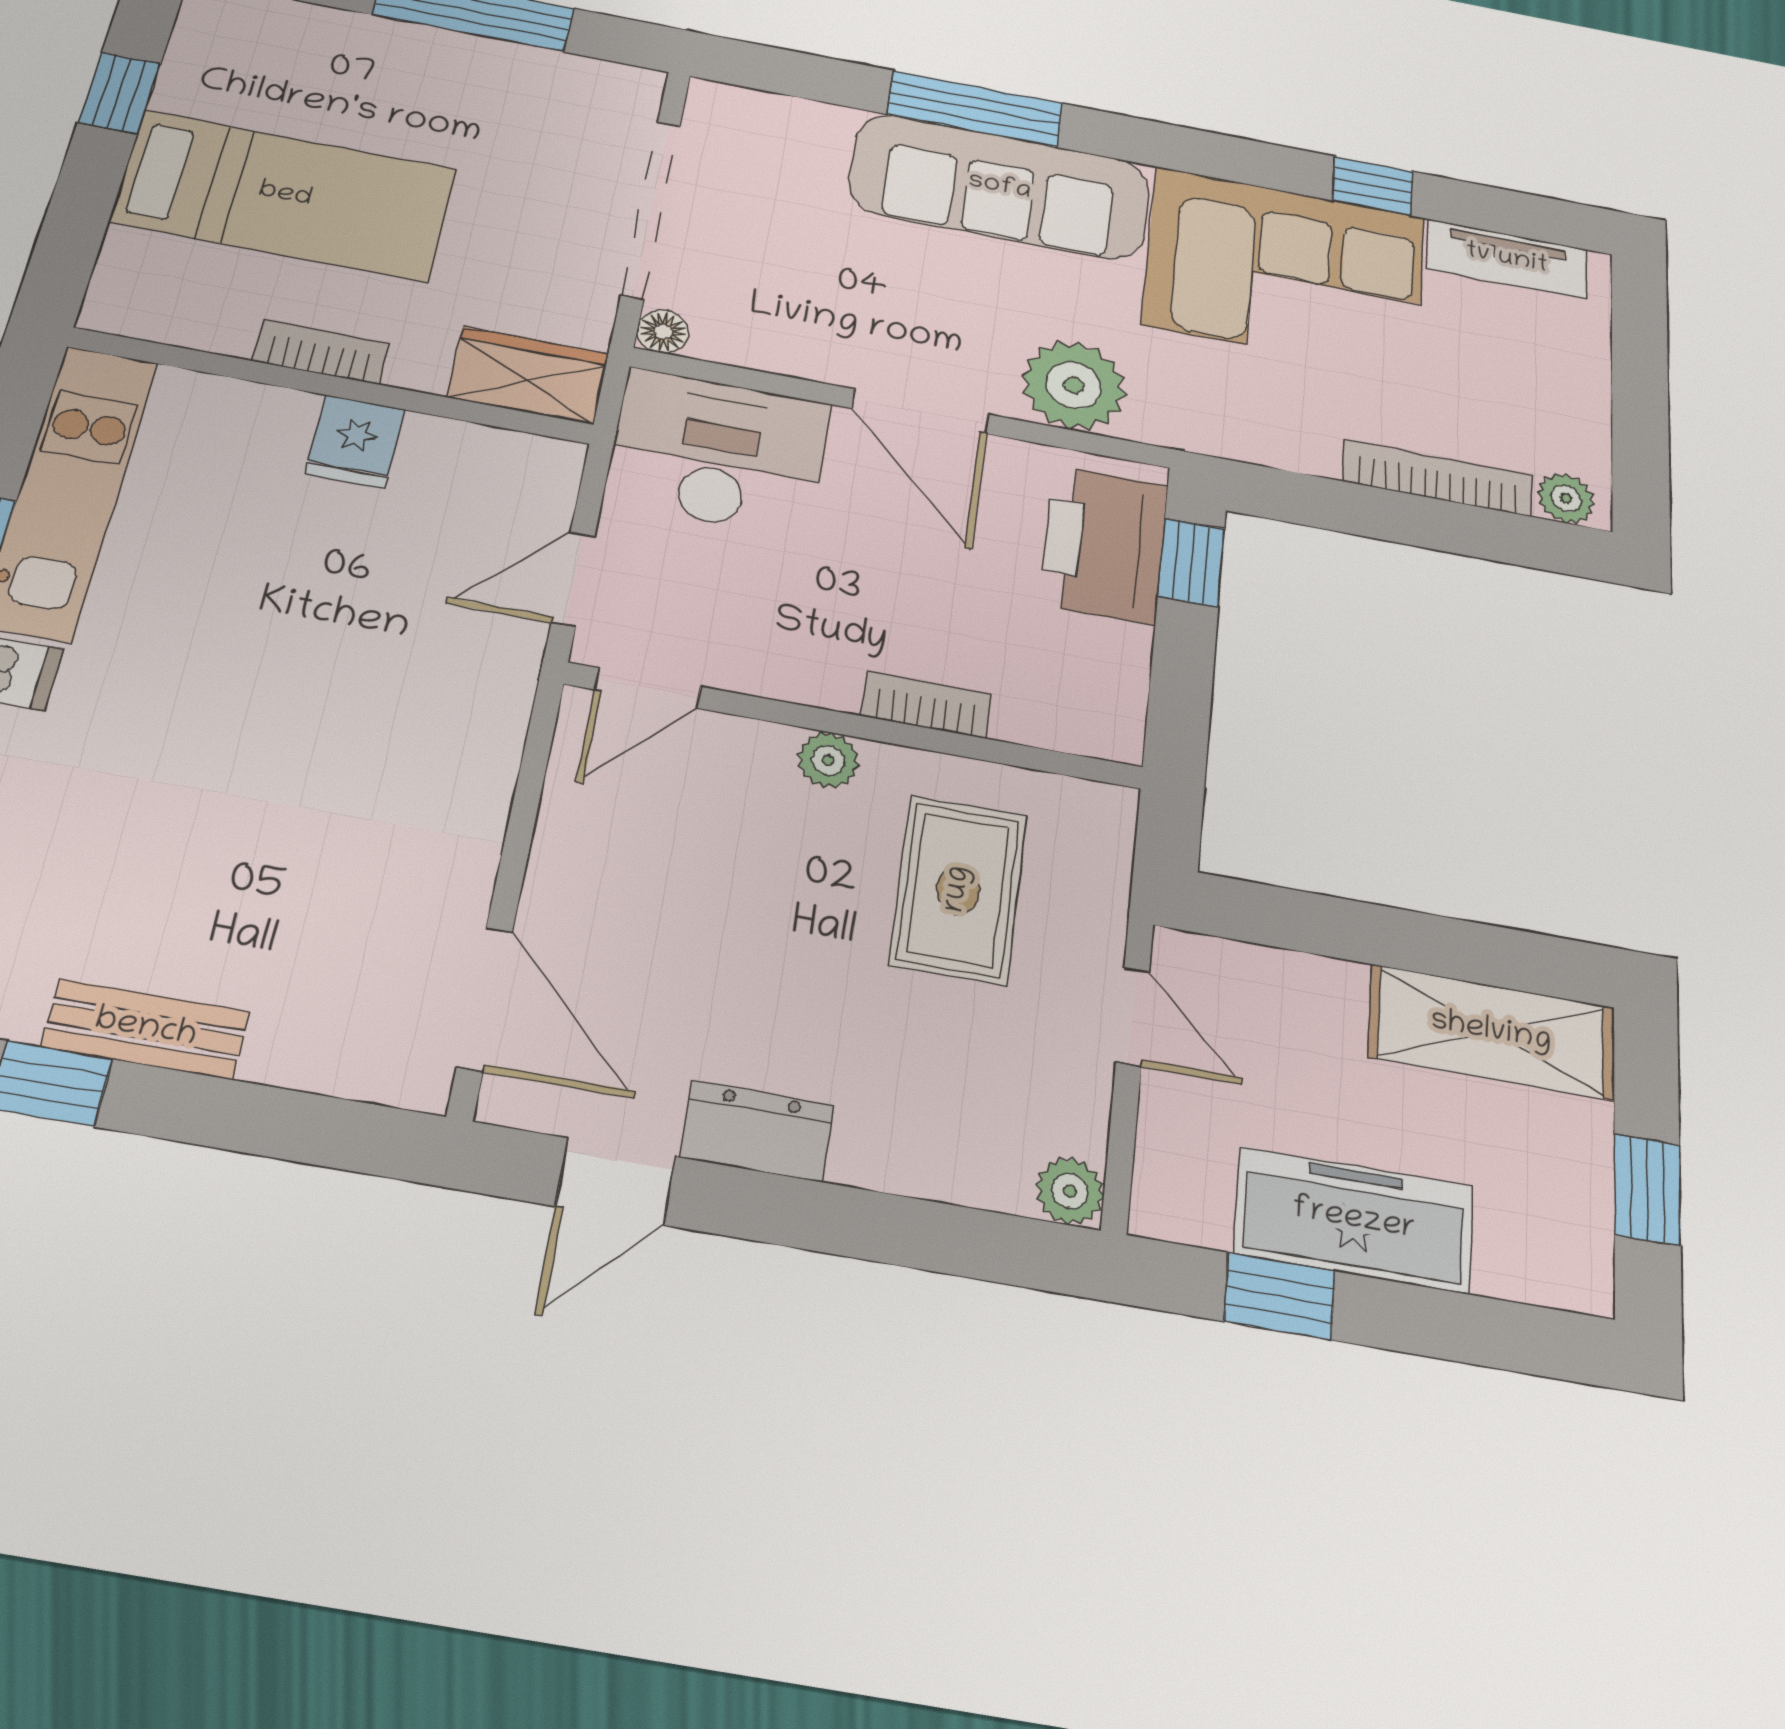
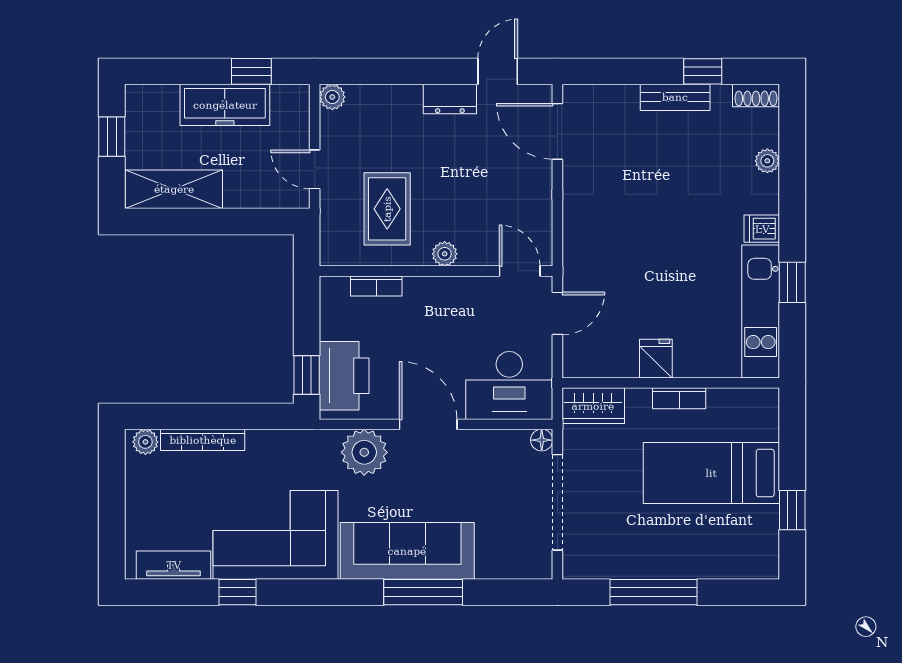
door: (648, 688) -> (520, 271), hinge flipped
bookcase: (926, 705) -> (376, 286), moved

